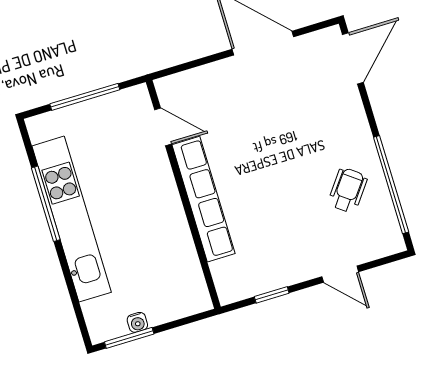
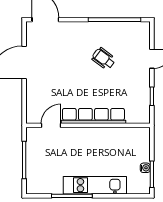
wheelchair: (348, 190) -> (104, 59), moved
kitchen unit: (72, 219) -> (95, 185), width x0.73

